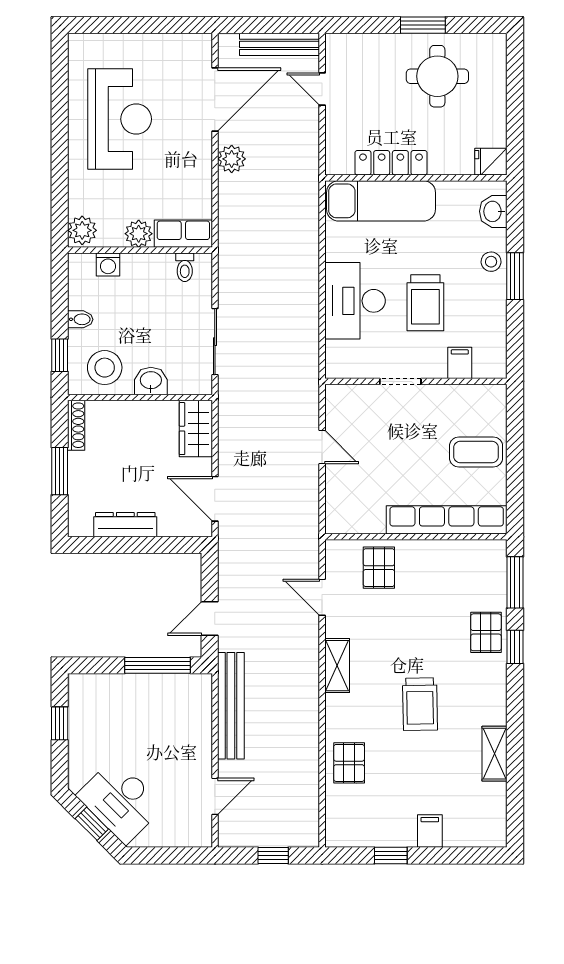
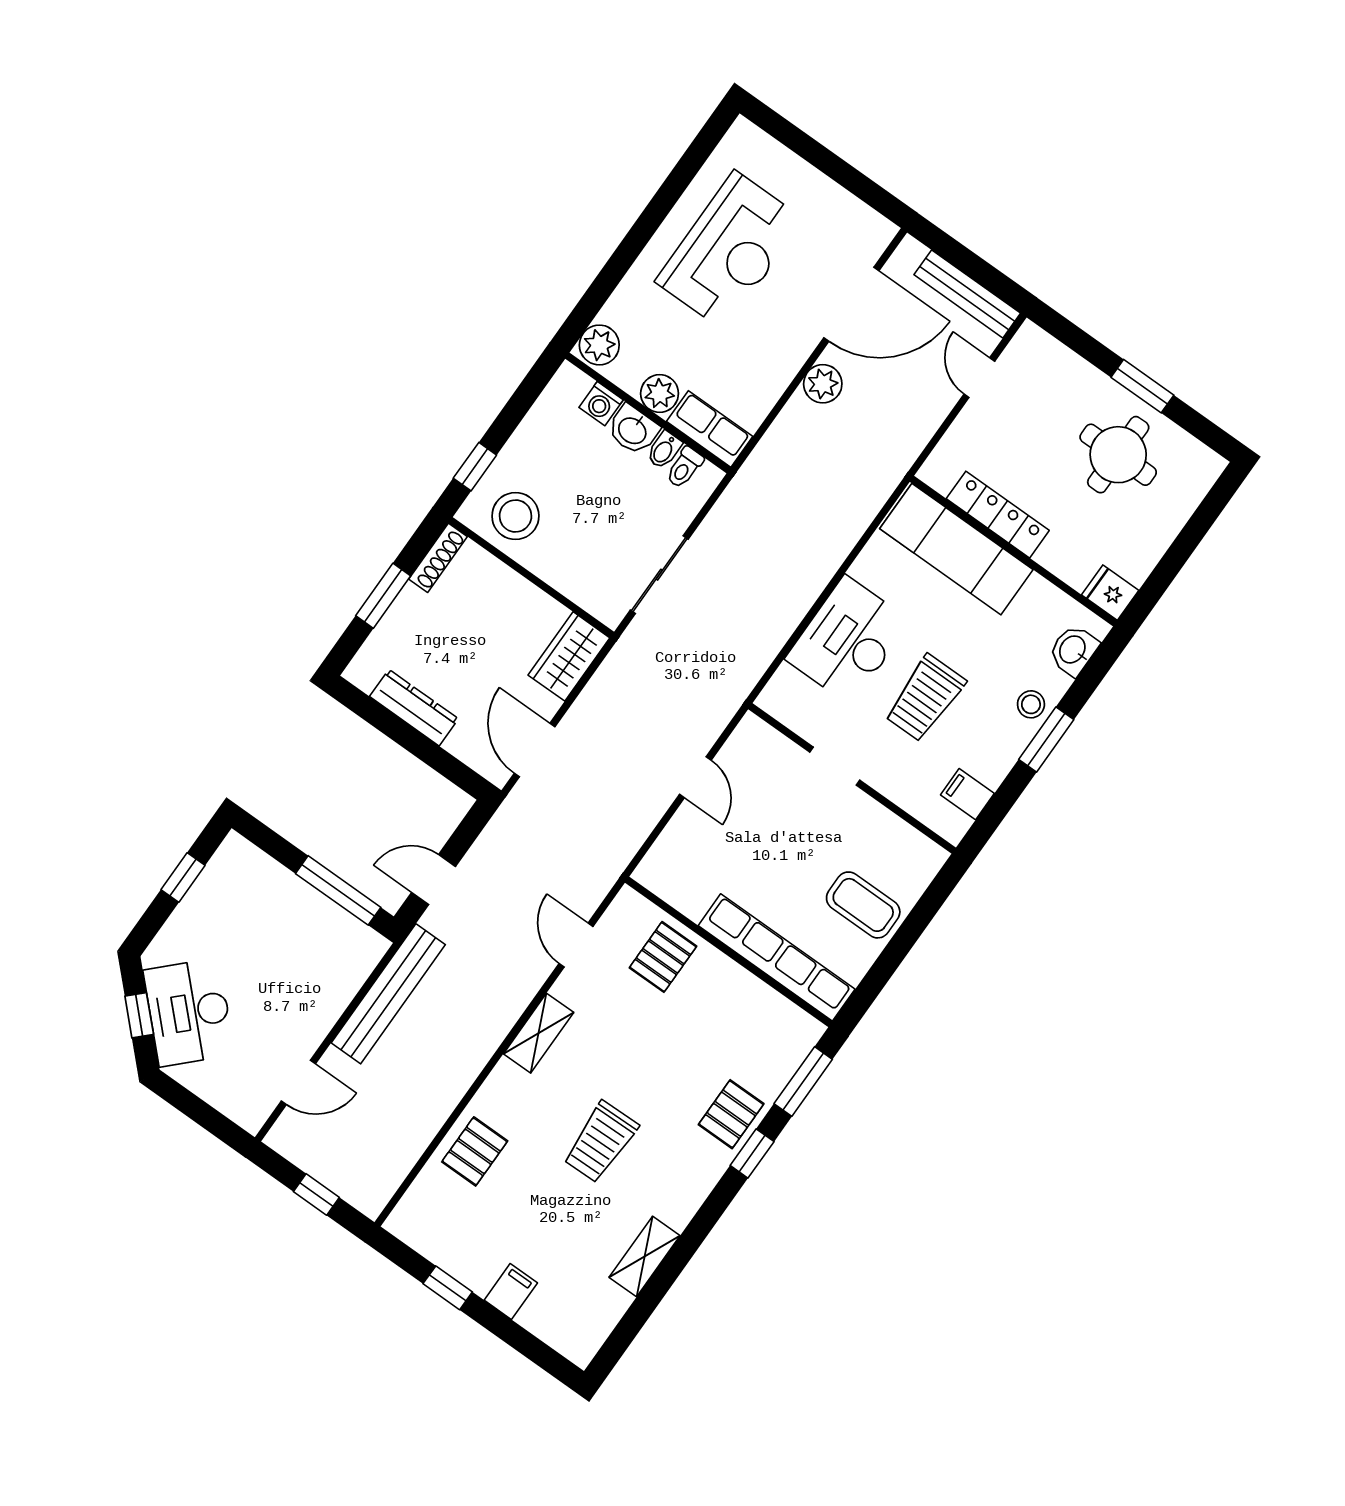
bidet: (80, 319) -> (664, 450), moved, turned 90
filing cabinet: (460, 363) -> (967, 794), moved, turned -90
washbasin: (151, 381) -> (633, 430), moved, turned 180

